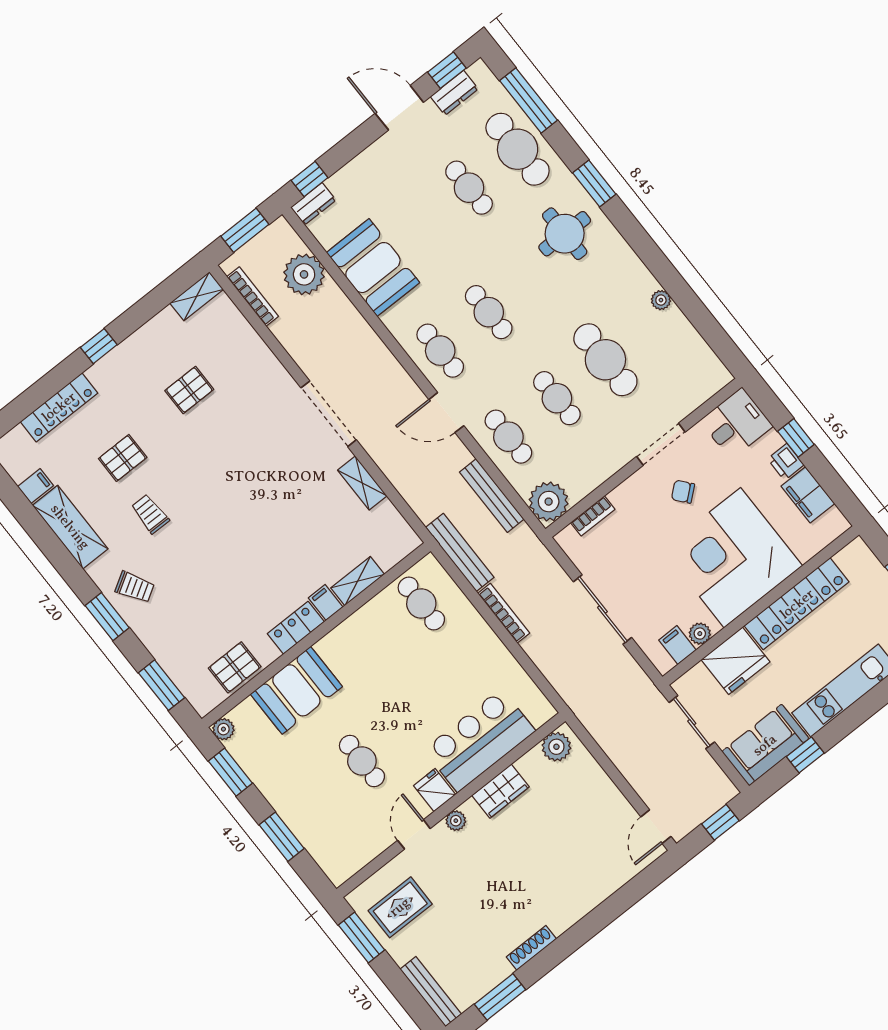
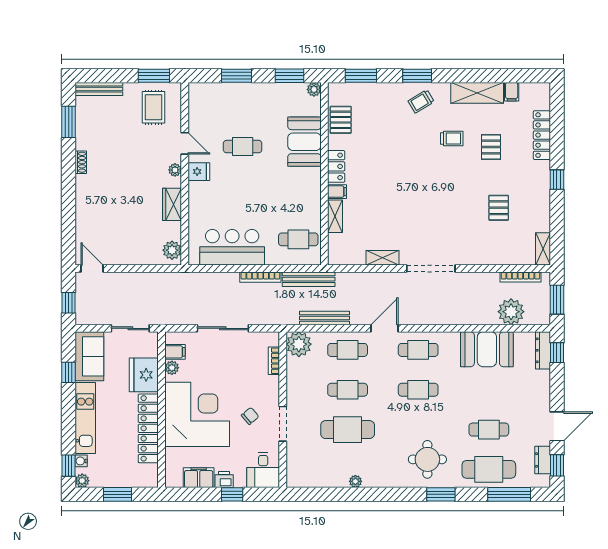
dresser: (313, 204) -> (543, 350), width x1.44
bar counter: (480, 740) -> (232, 247), moved, turned -90
shoe rack: (531, 948) -> (81, 162), width x0.70

